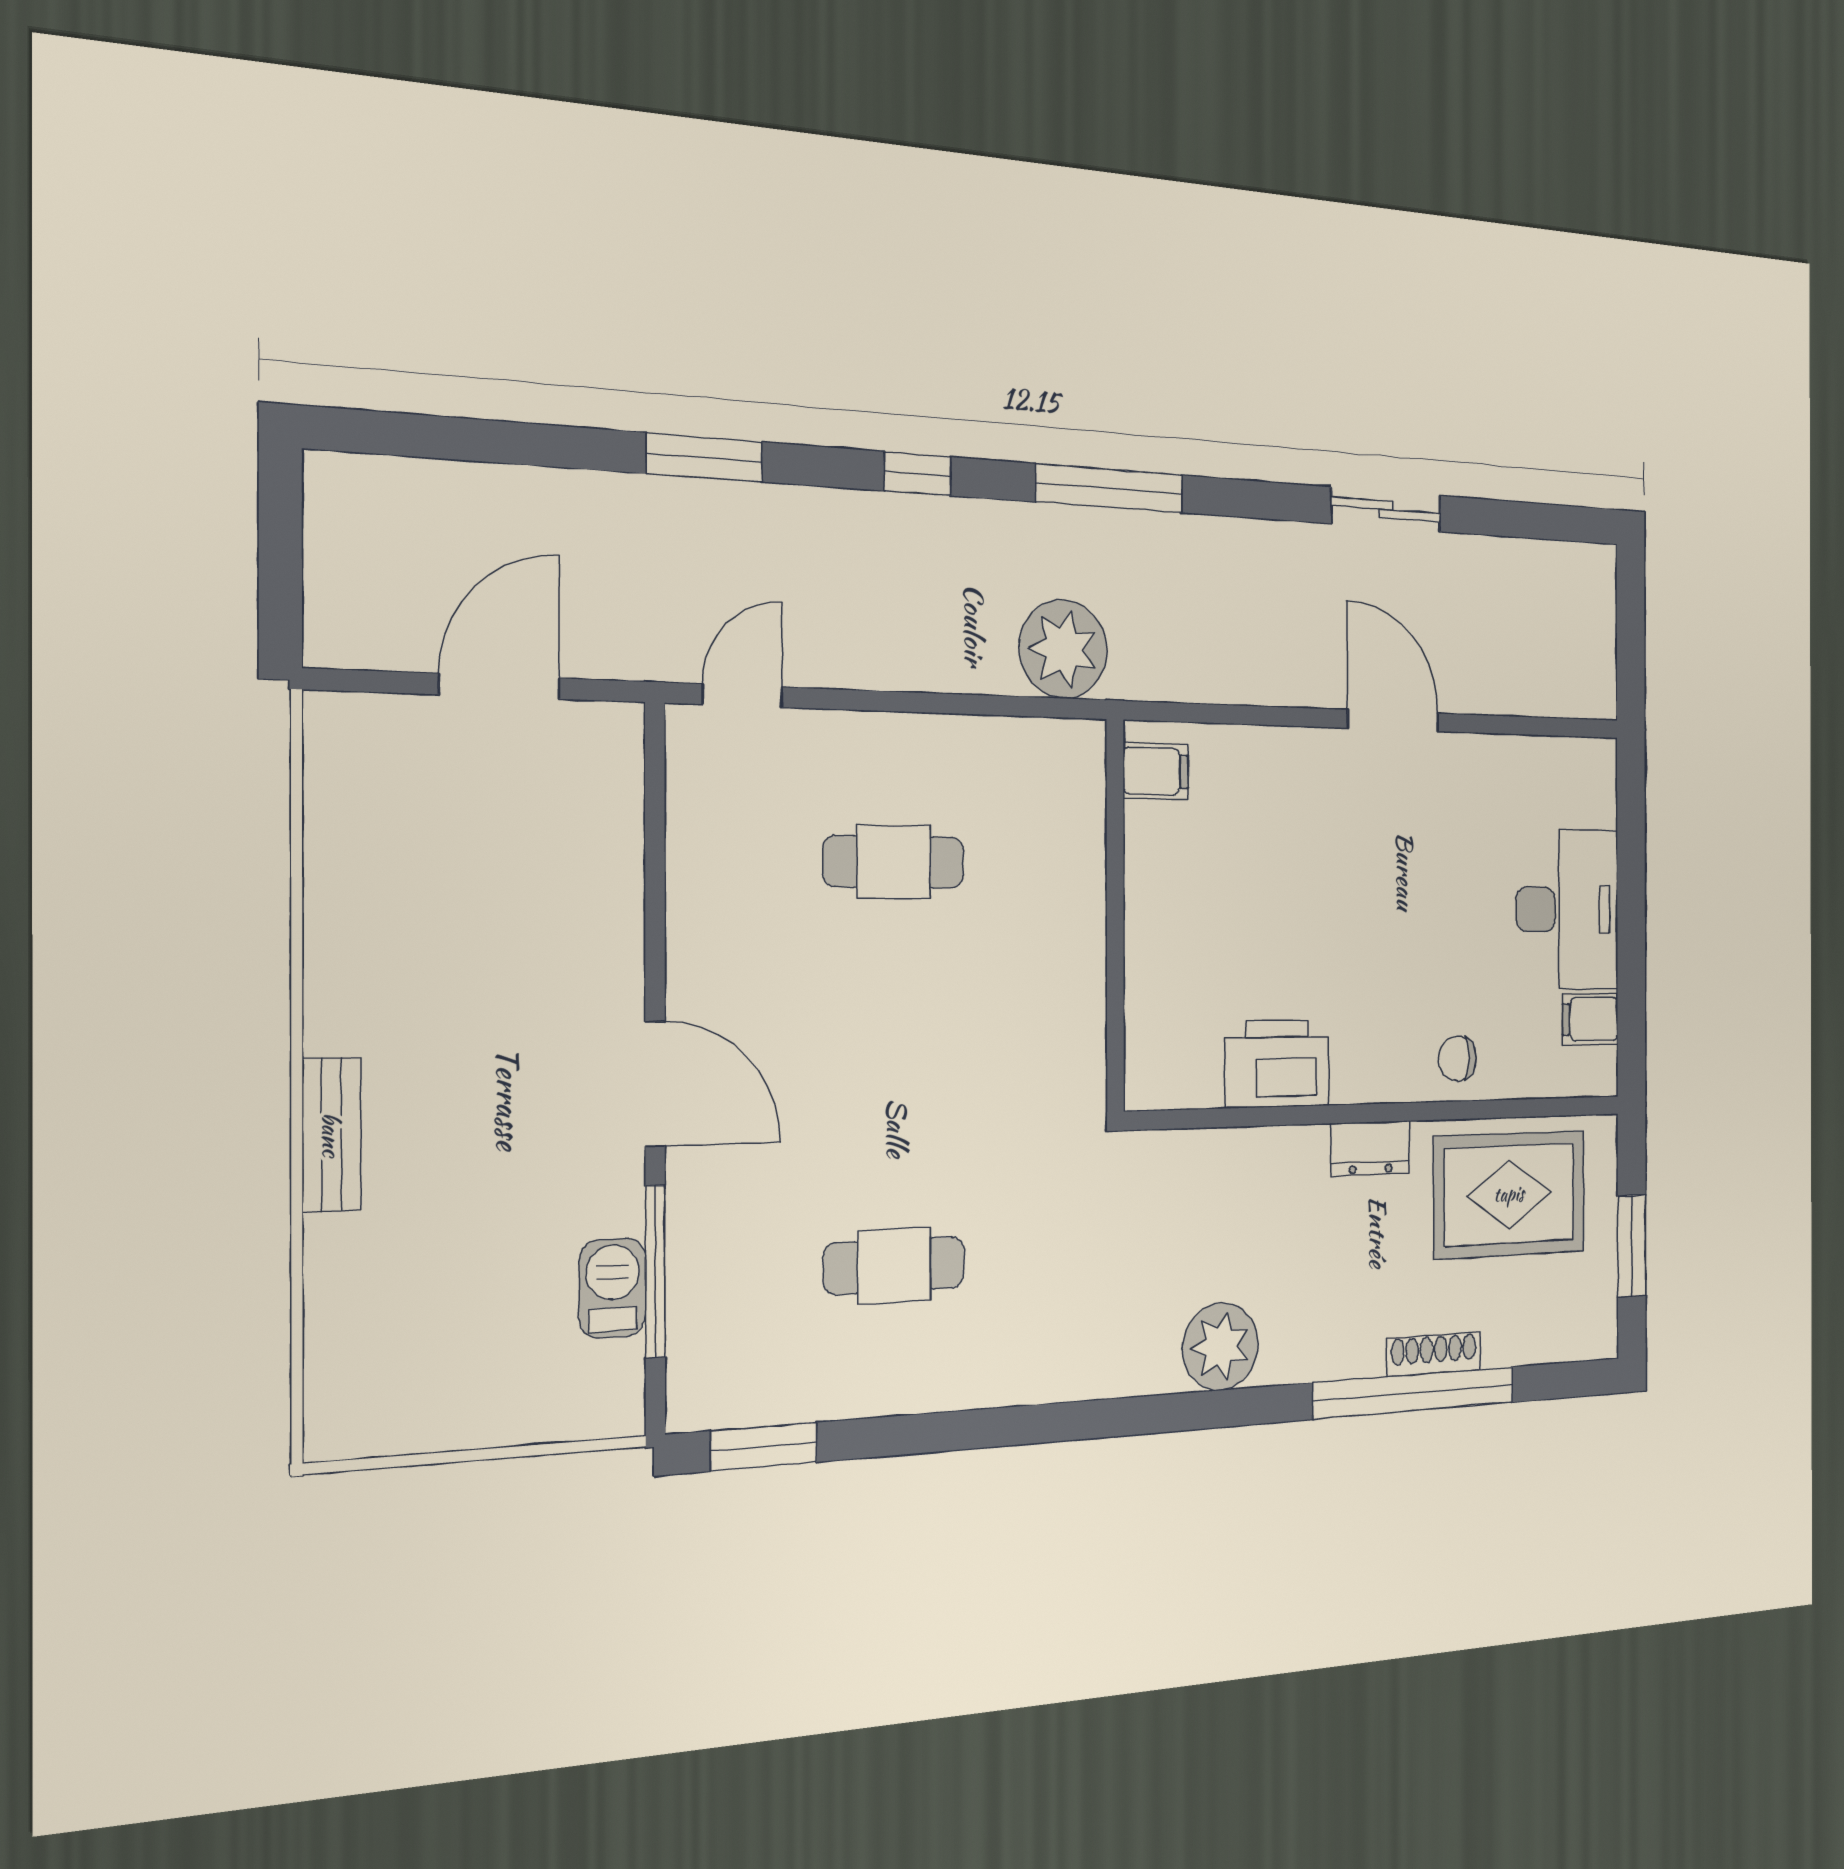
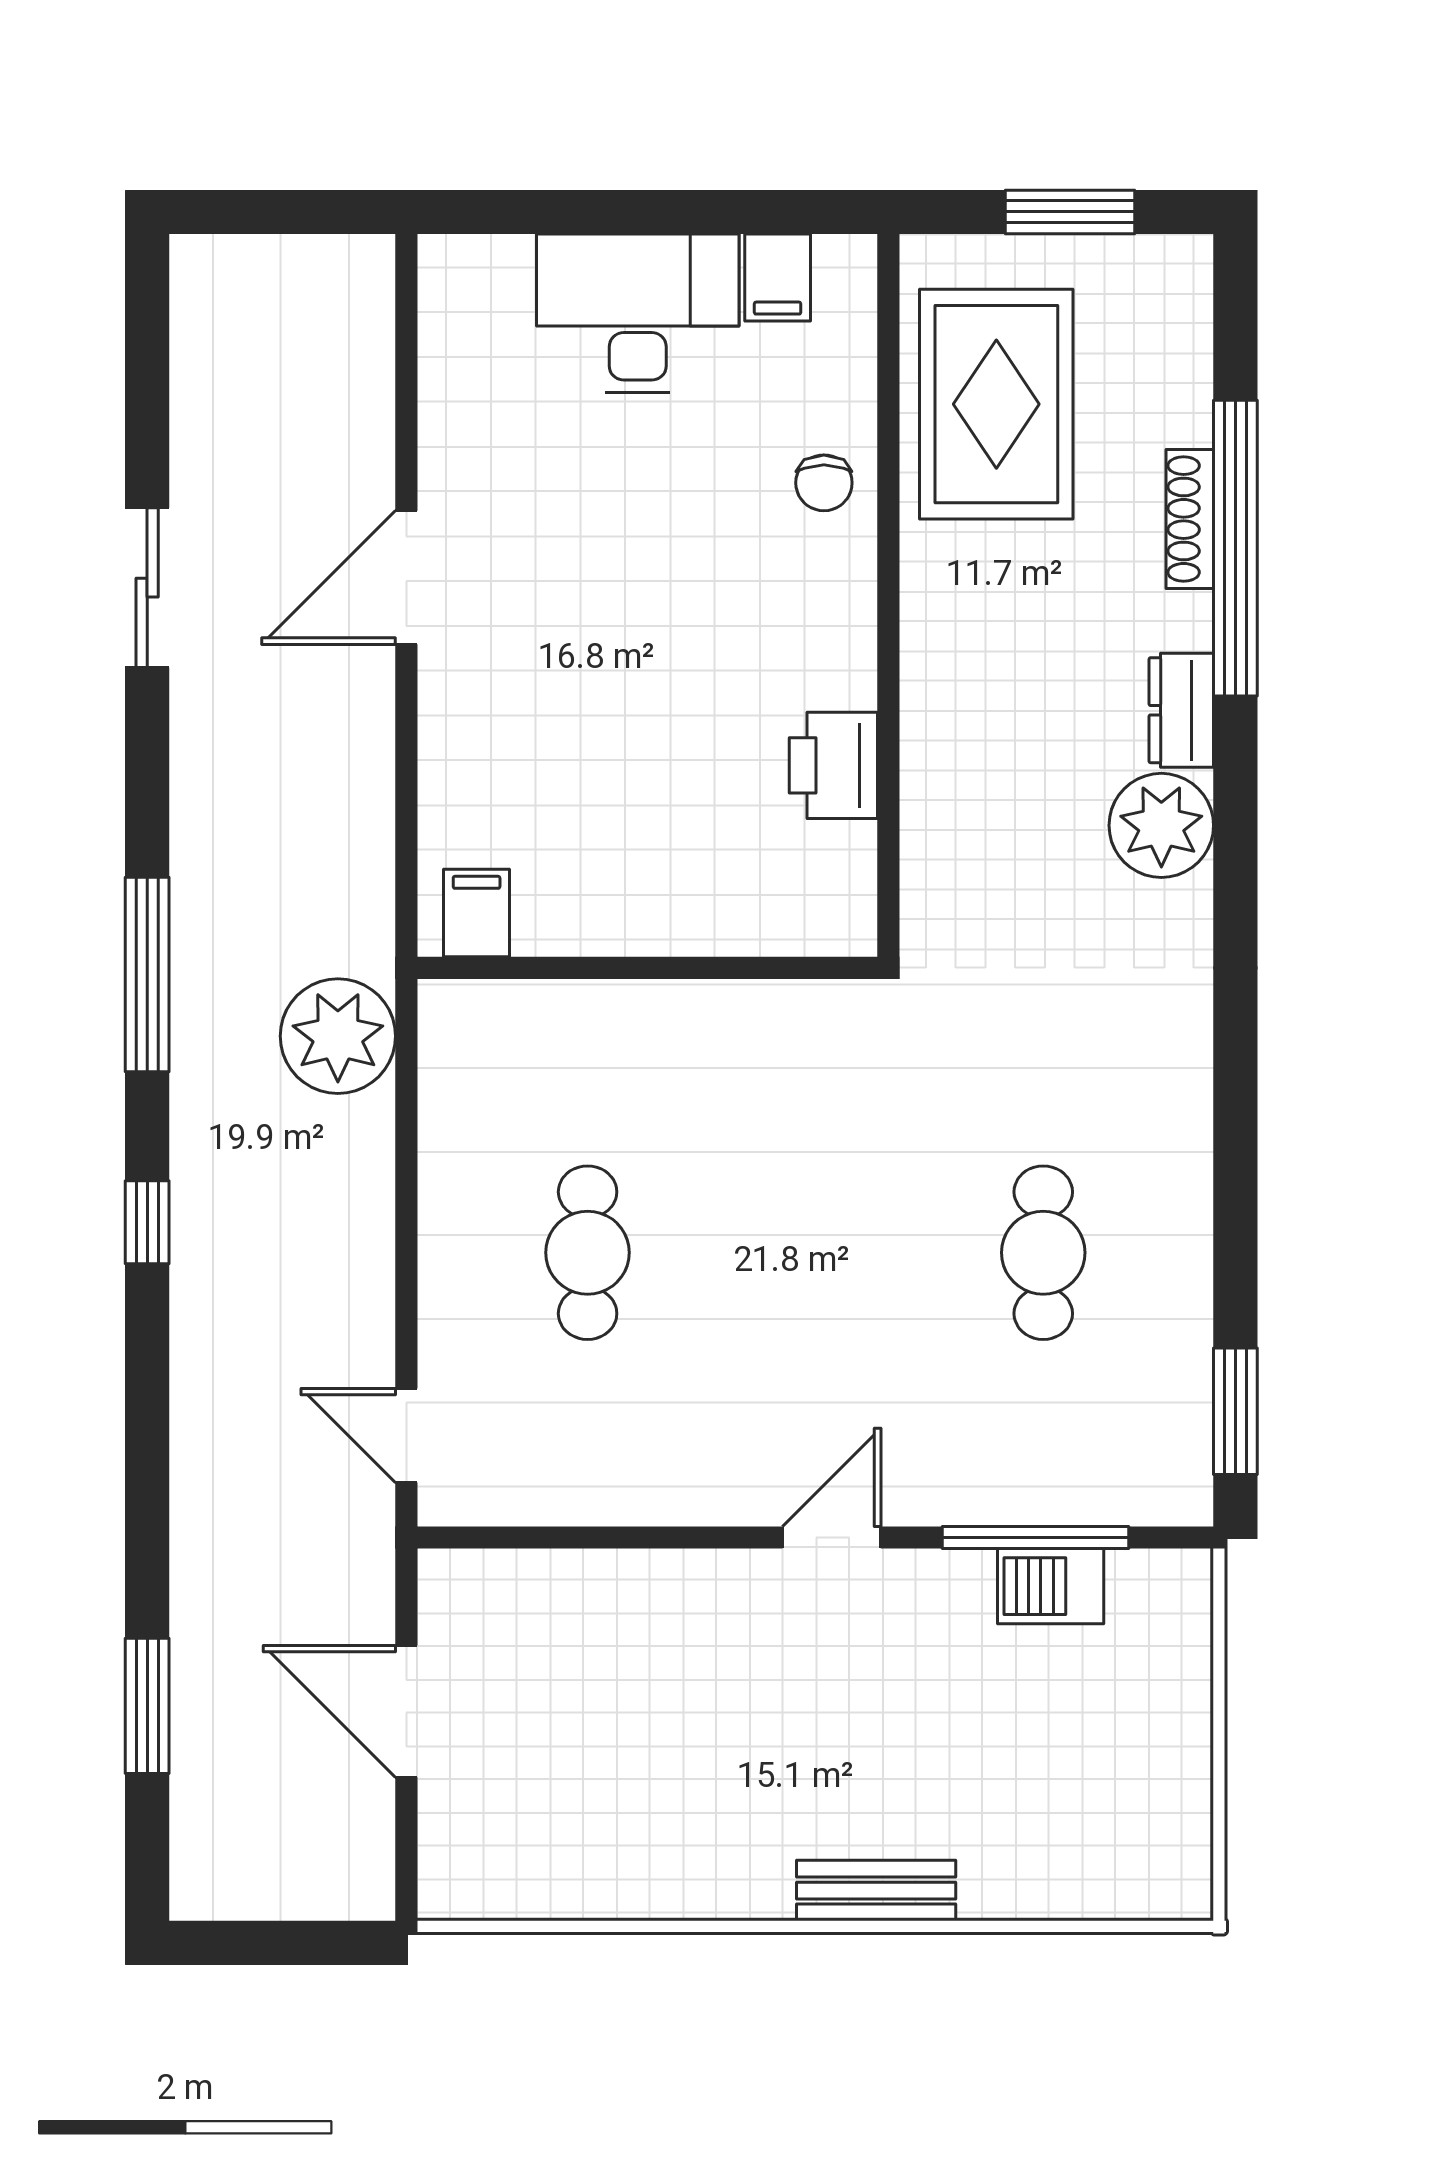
window: (705, 458) -> (147, 1706), moved
printer: (1277, 1063) -> (833, 765), width x0.73, depth x0.84
door: (655, 1084) -> (832, 1538), width x0.73
dresser: (1371, 1148) -> (1181, 710), moved, turned 180

